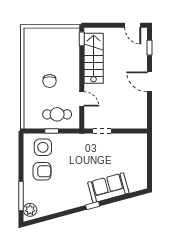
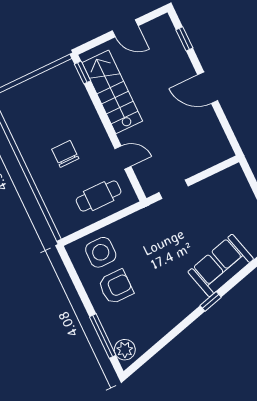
door: (133, 25) -> (125, 28), moved
chair: (50, 81) -> (65, 154), turned 180
window: (52, 131) -> (102, 223), removed

